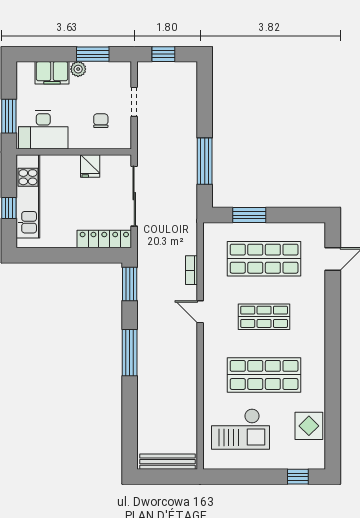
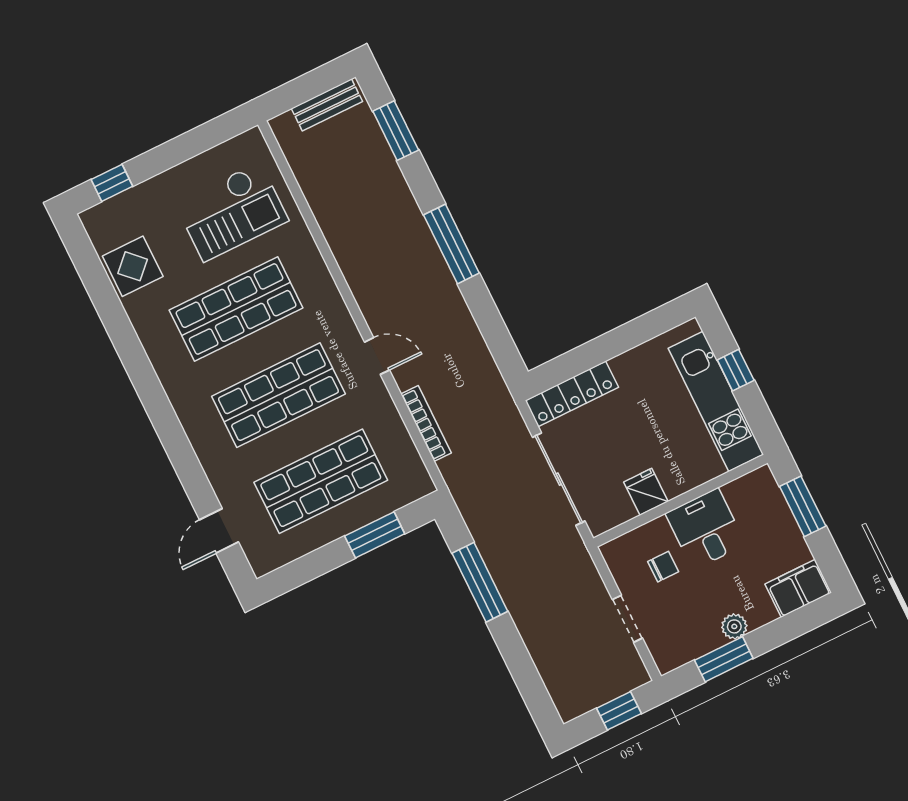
filing cabinet: (52, 73) -> (798, 588), moved
chair: (101, 121) -> (663, 567), turned -90
desk: (43, 130) -> (706, 529), moved, width x0.73
bookcase: (191, 270) -> (426, 423), width x1.56
window: (130, 284) -> (396, 131), moved
shop shelf: (264, 317) -> (278, 395), width x1.43, depth x1.36
checkout: (240, 429) -> (232, 212), turned 180
bench: (167, 462) -> (327, 105), width x0.73

